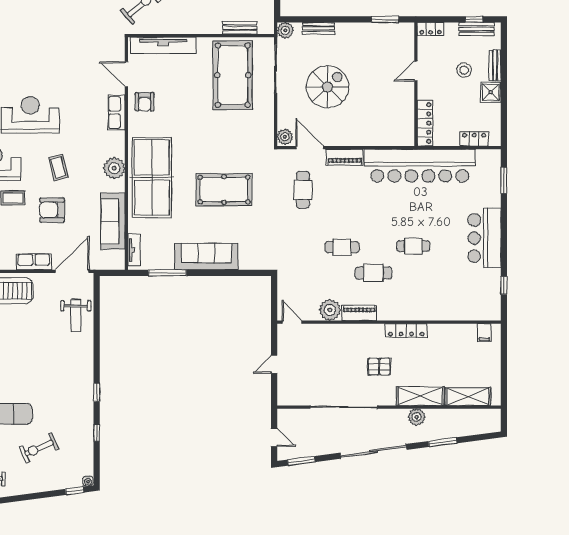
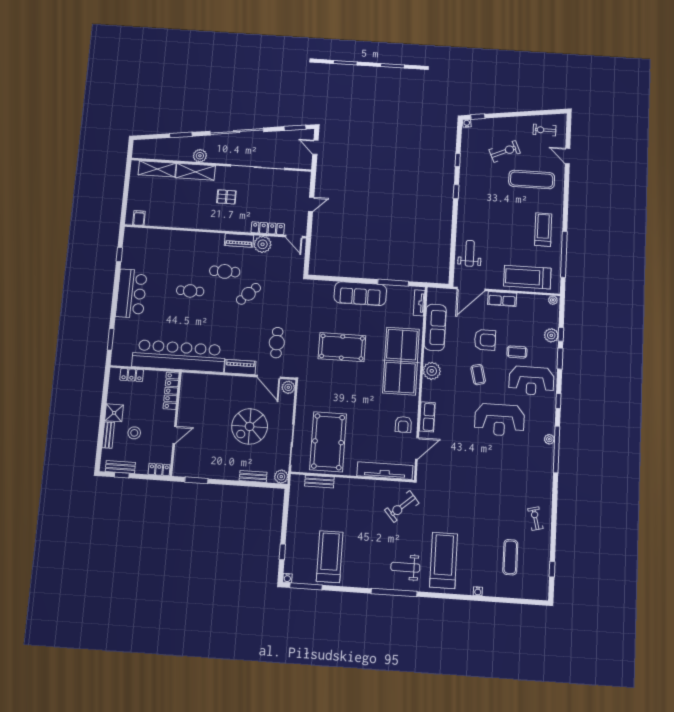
door: (126, 74) -> (417, 448), hinge flipped
armchair: (145, 102) -> (403, 424), turned 180
cafe table: (342, 247) -> (248, 294), turned -44
locker: (406, 331) -> (268, 228), moved

